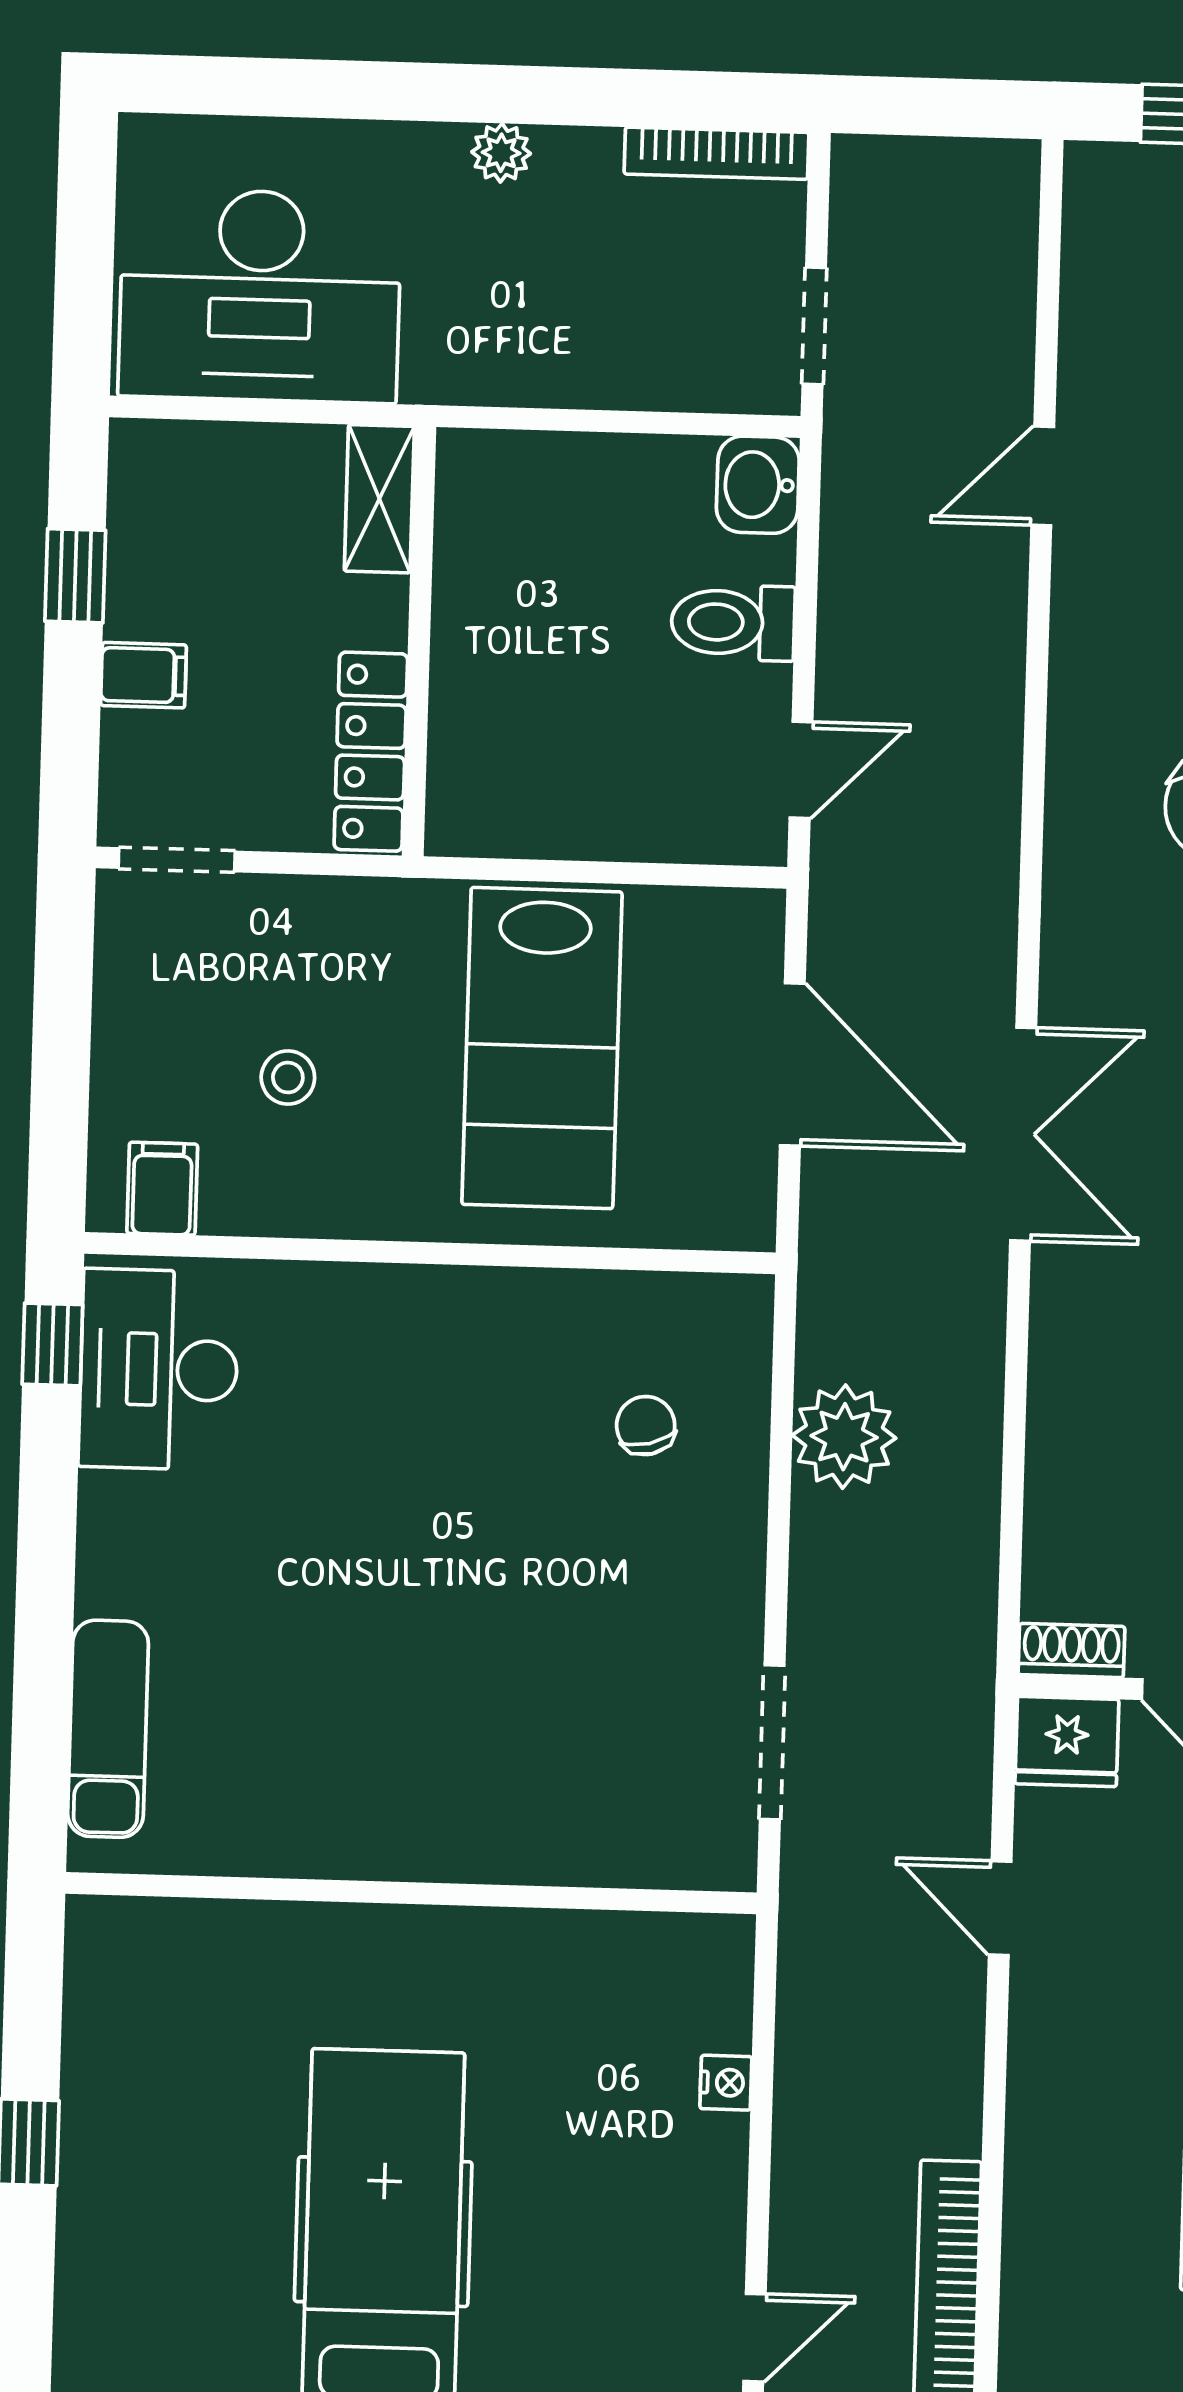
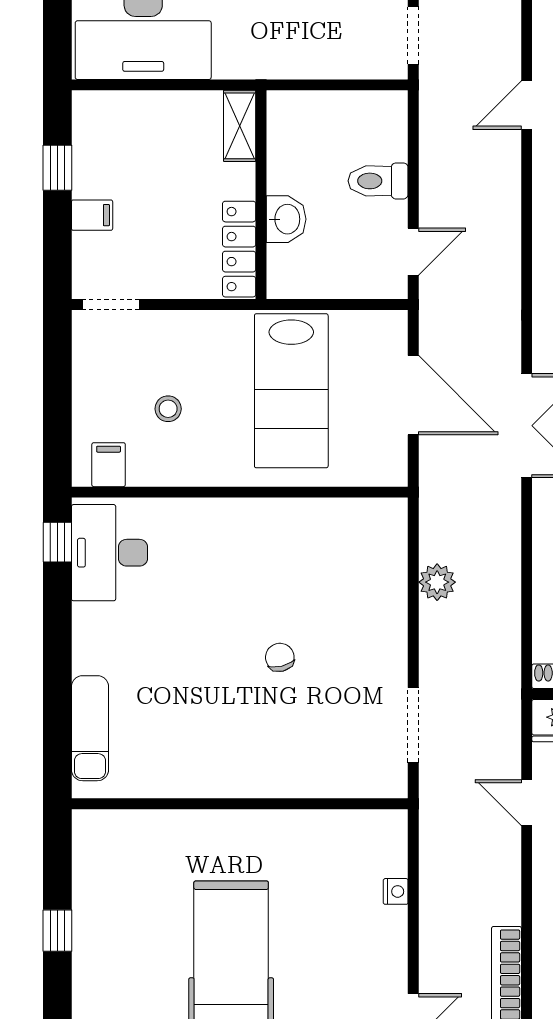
washbasin: (758, 485) -> (286, 219), moved, turned 180
shelving: (379, 499) -> (240, 126), moved
wall: (419, 641) -> (261, 195), moved
locker: (371, 752) -> (239, 249), moved
chair: (646, 1426) -> (280, 657), moved
plant: (844, 1437) -> (437, 582), width x0.73, depth x0.73

